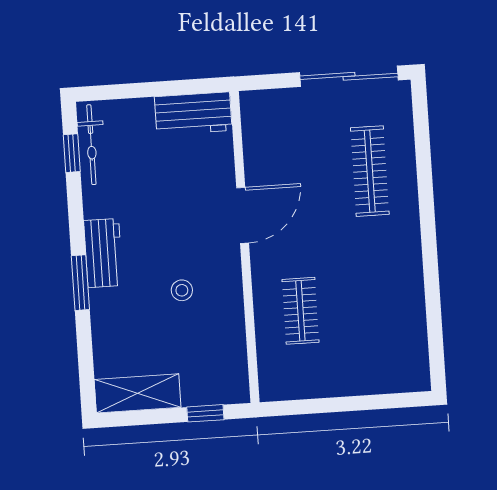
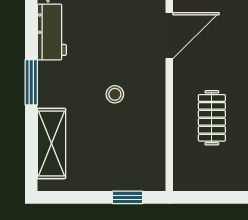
workbench: (103, 253) -> (52, 32), moved
shelving: (138, 393) -> (51, 143), moved, turned 90

